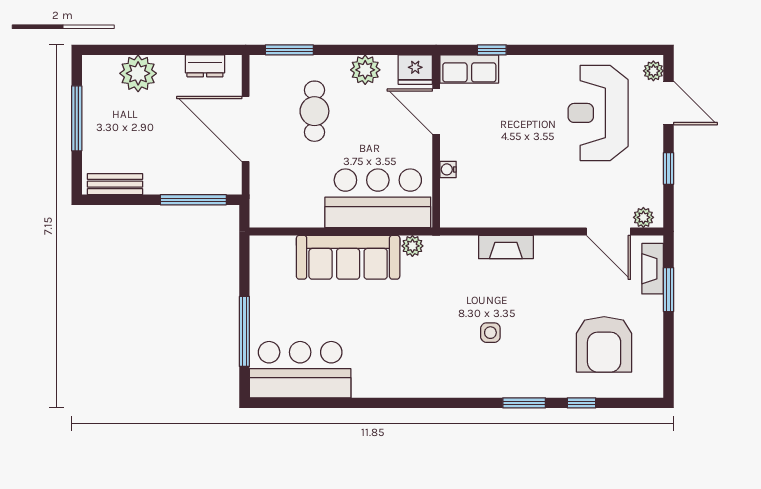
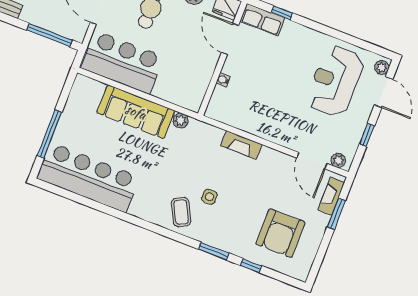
bar counter: (378, 198) -> (123, 62), moved
coffee table: (460, 368) -> (181, 212), added
bar counter: (300, 370) -> (88, 177), width x1.36

